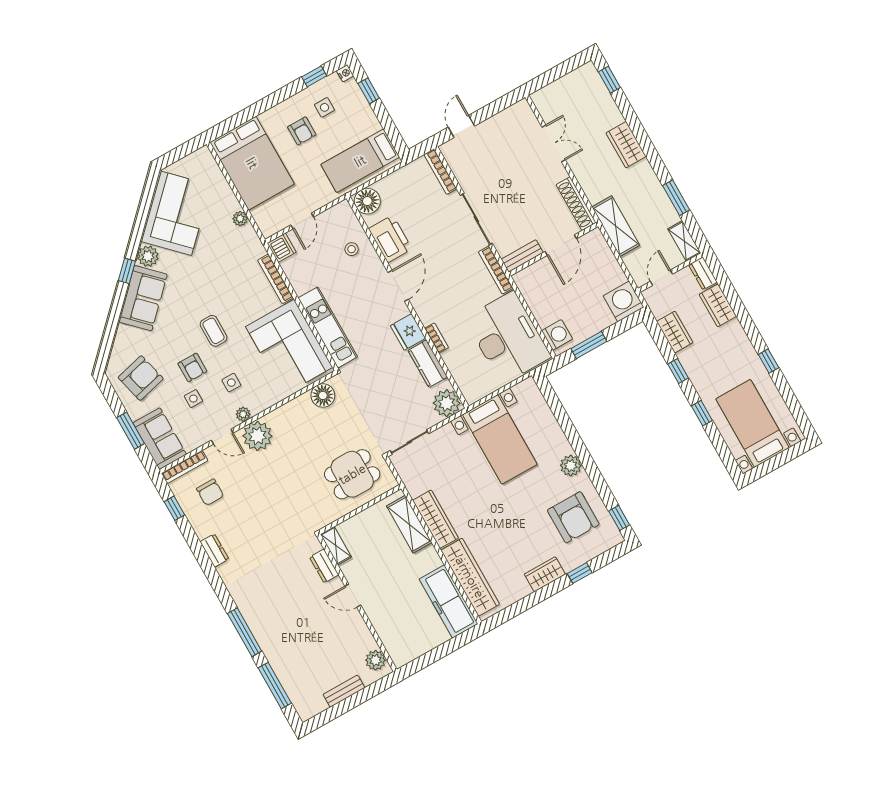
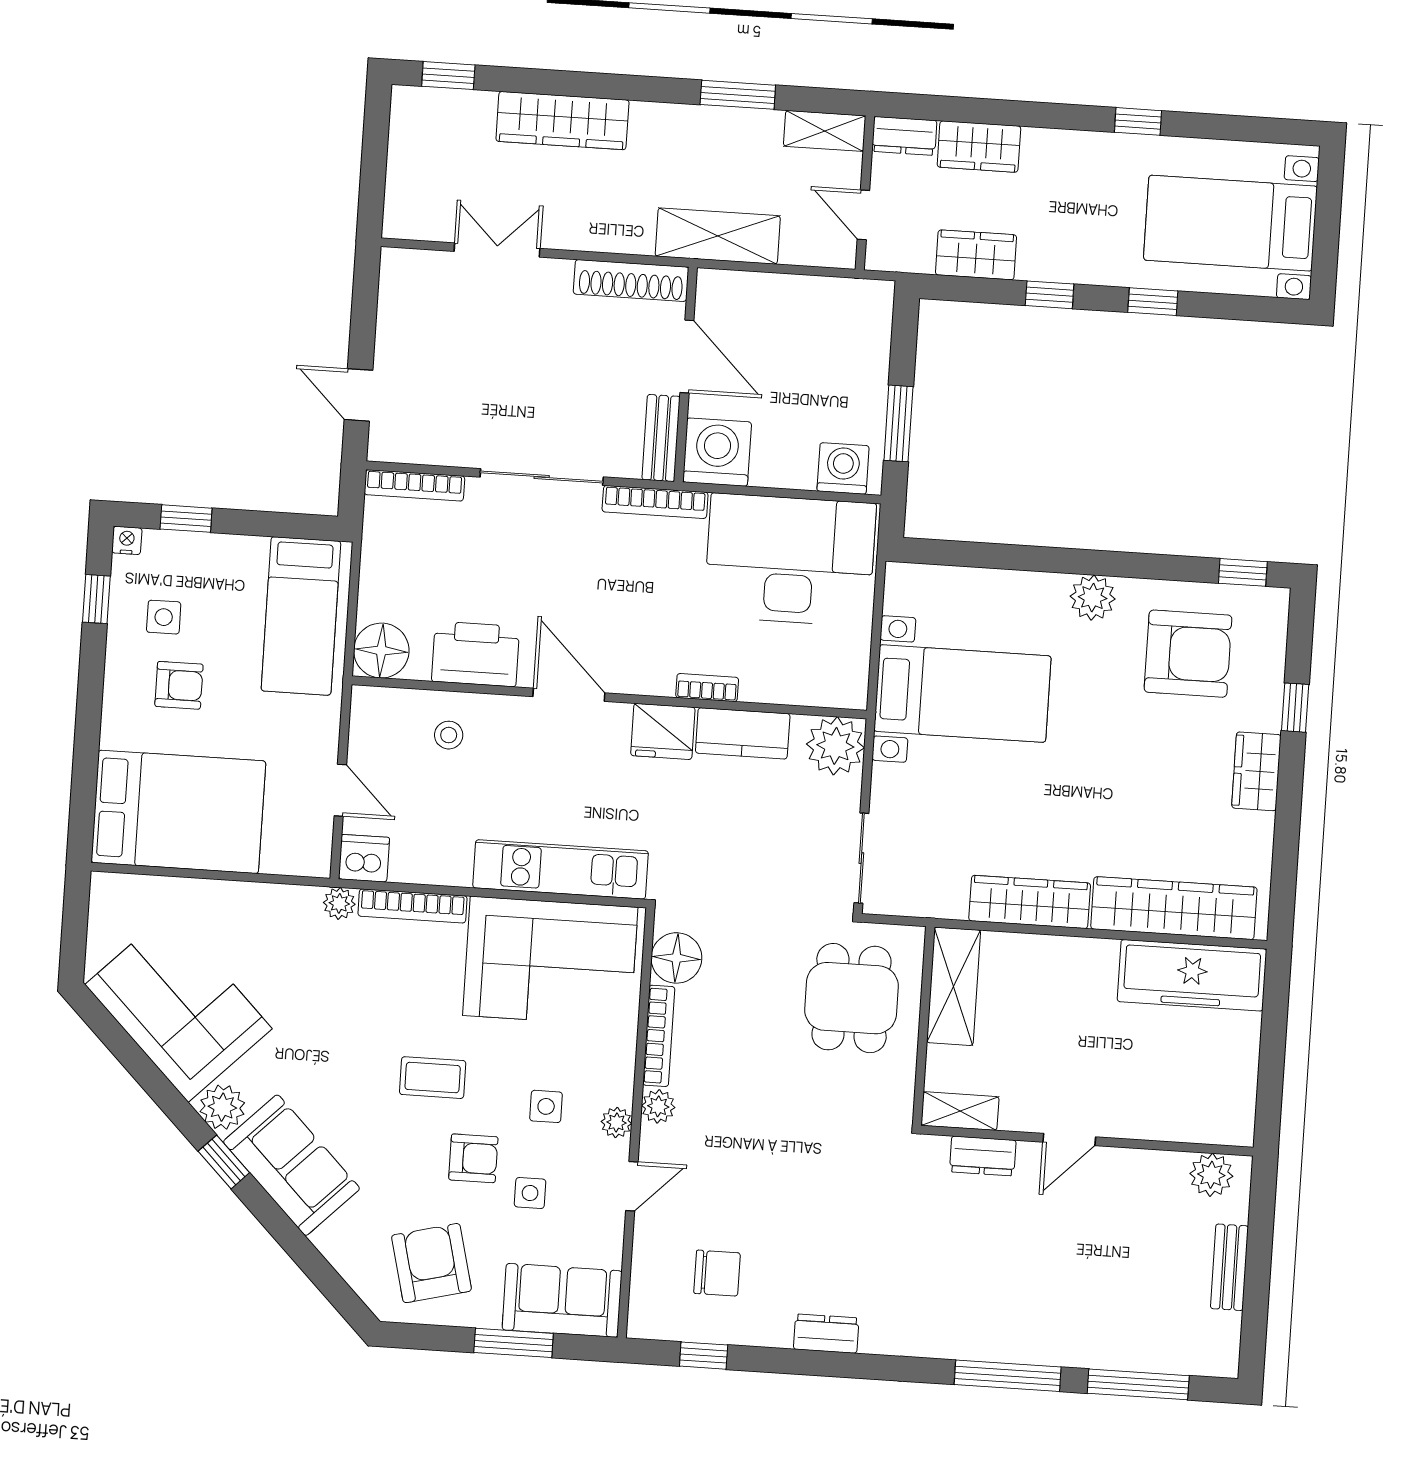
wardrobe: (626, 145) -> (562, 121), width x1.50
plant: (240, 219) -> (339, 903), moved
washing machine: (623, 301) -> (717, 452), moved, turned 90
plant: (258, 436) -> (658, 1106), width x0.53, depth x0.53
bookcase: (185, 467) -> (659, 1036), moved
shelving: (409, 524) -> (954, 986), moved, turned 90

